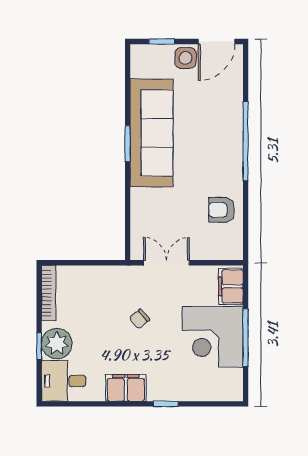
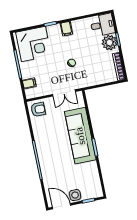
door: (217, 42) -> (61, 206), hinge flipped
sofa: (151, 133) -> (80, 136), moved
armchair: (222, 210) -> (38, 109), moved
filing cabinet: (231, 286) -> (29, 83), width x0.50
corner desk: (213, 337) -> (33, 44), moved, turned 90
filing cabinet: (126, 388) -> (66, 29), width x0.50

